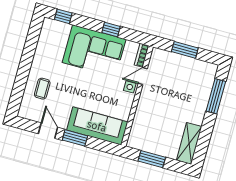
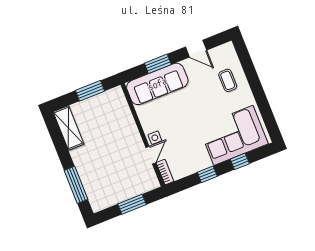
window: (63, 16) -> (240, 161), moved
corner sofa: (94, 51) -> (233, 135), moved
window: (75, 138) -> (158, 64), moved

